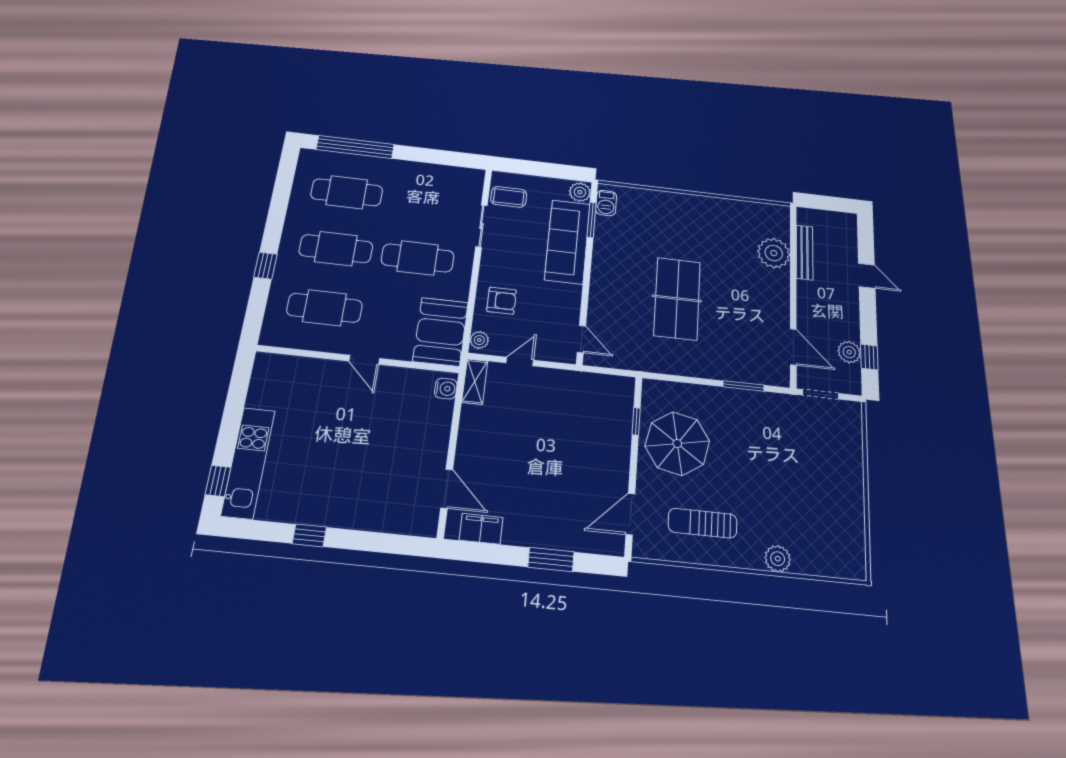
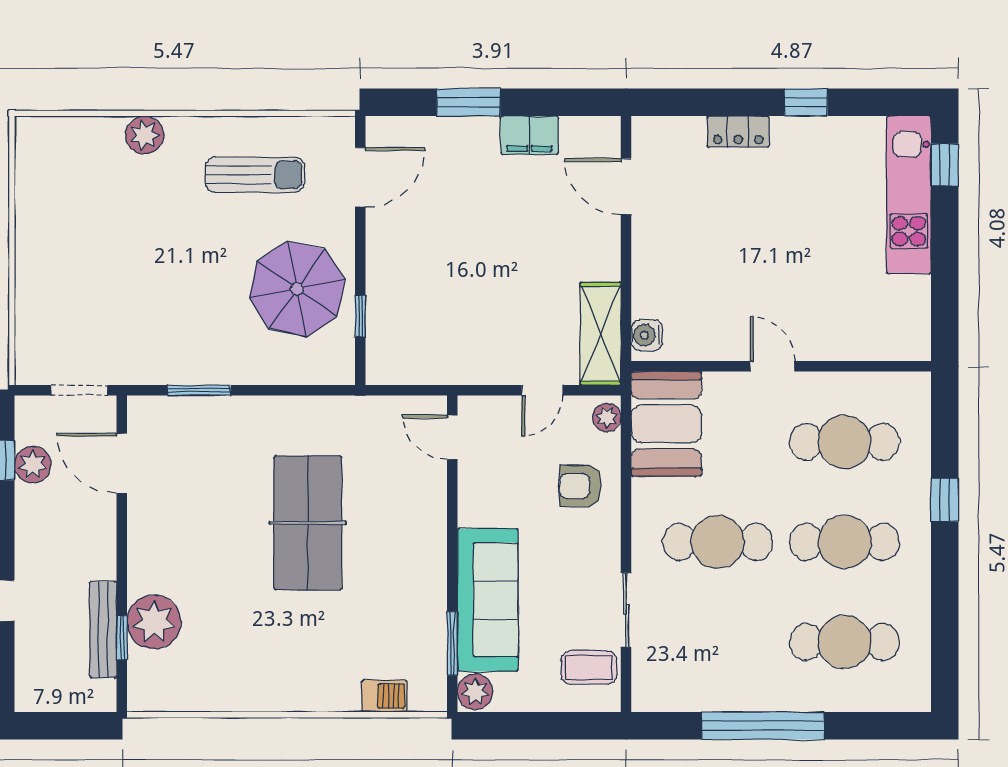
window: (355, 147) -> (763, 726), moved
barbecue: (606, 203) -> (384, 696), moved, turned 90
window: (793, 247) -> (122, 638), added
shelving: (475, 382) -> (600, 334), width x1.50, depth x1.33
locker: (362, 519) -> (738, 132), added
filing cabinet: (481, 529) -> (530, 135), moved

